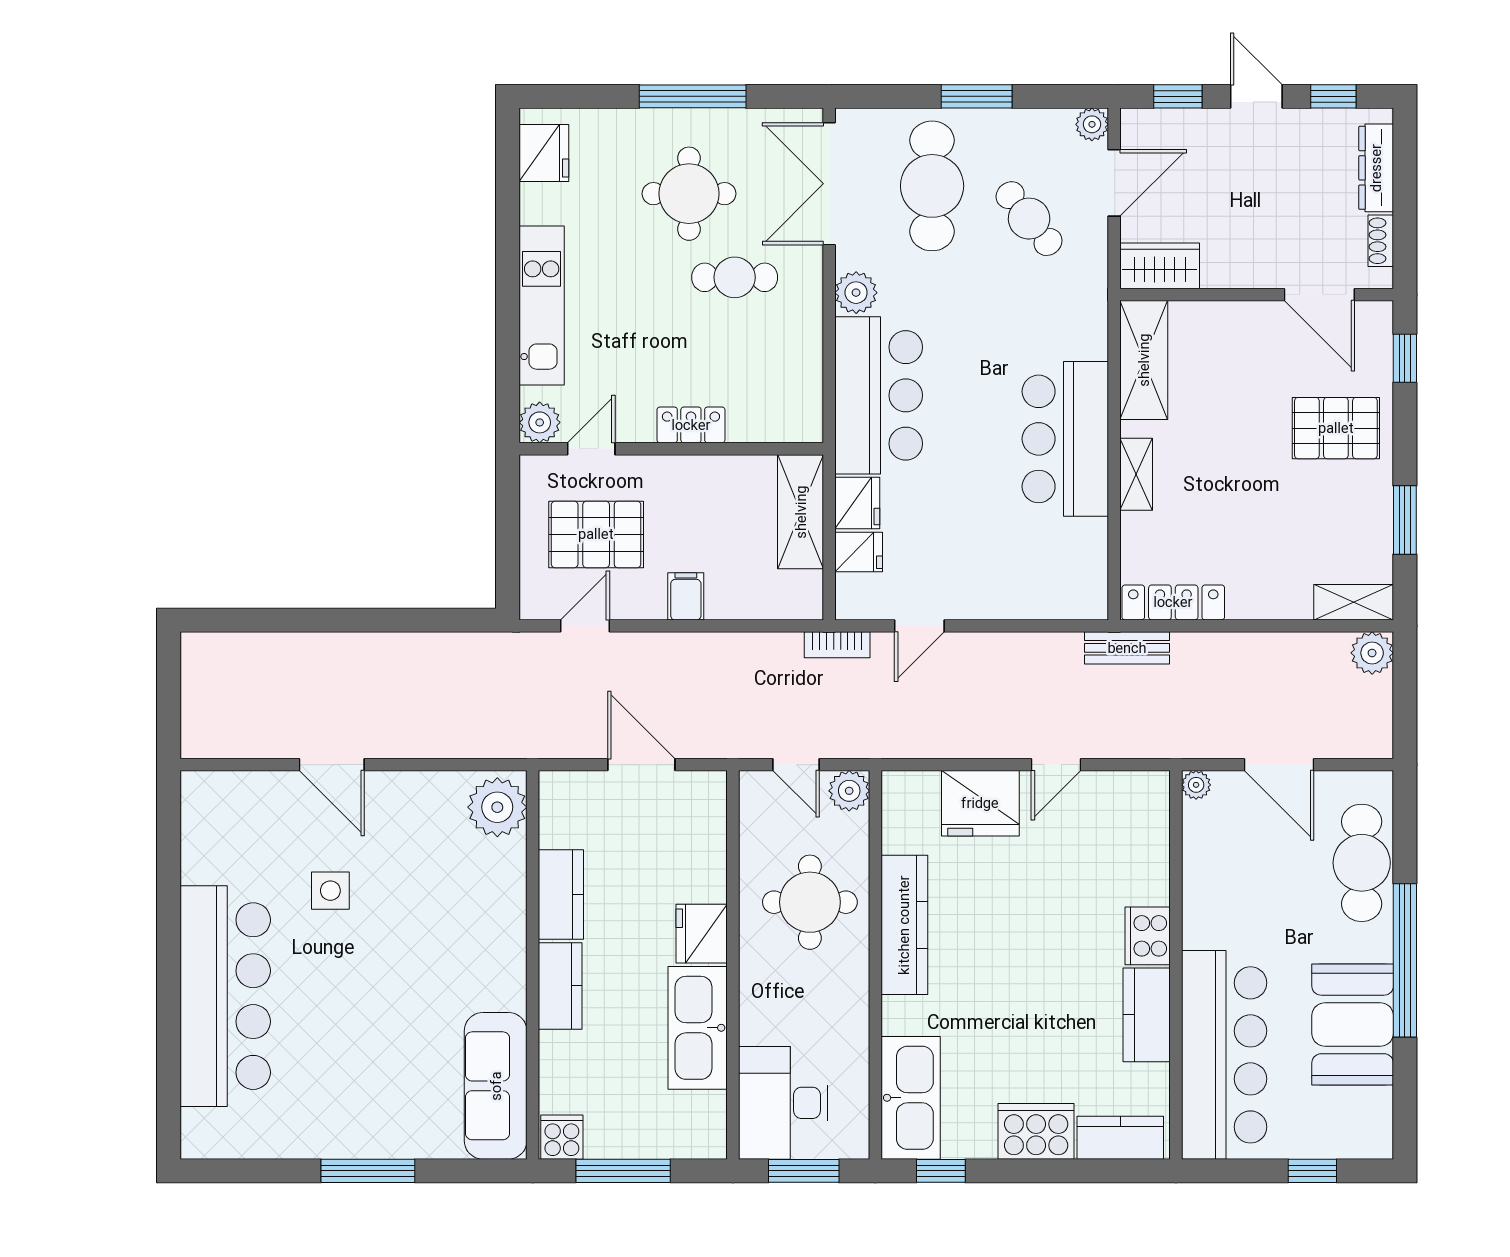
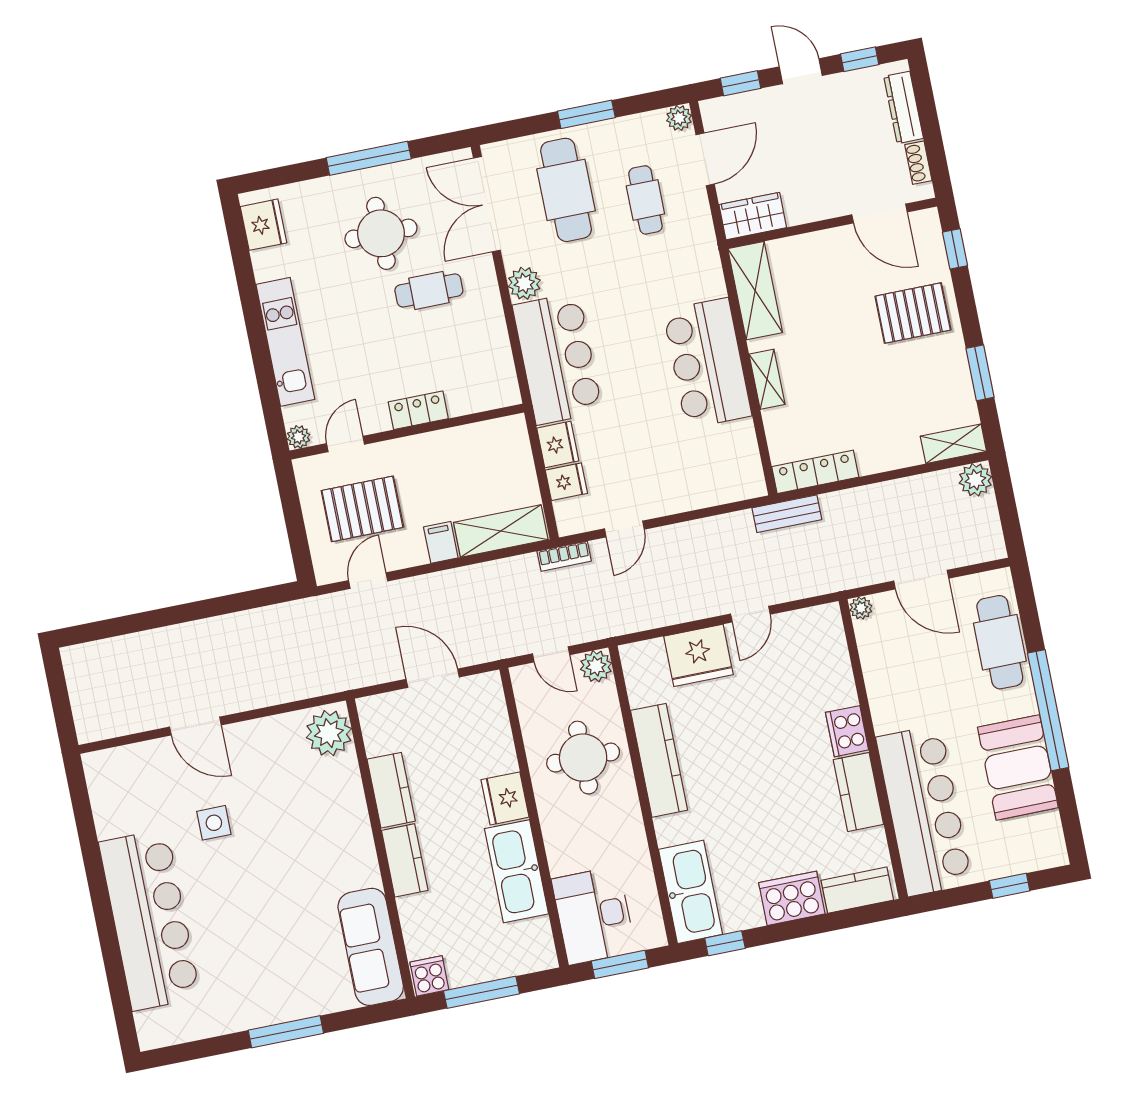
cafe table: (1029, 219) -> (645, 200), turned 39
plant: (540, 422) -> (298, 437), width x0.73, depth x0.73
shelving: (801, 512) -> (501, 531), moved, turned 90

